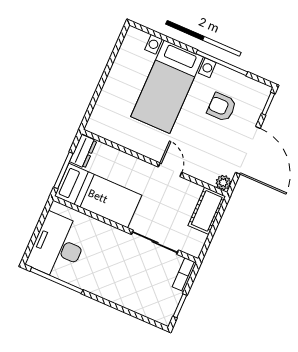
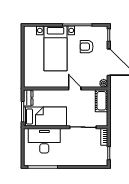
desk: (58, 246) -> (44, 141), moved, turned 90

